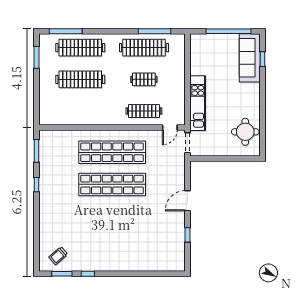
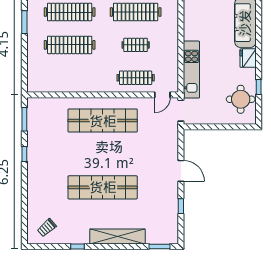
window: (263, 59) -> (259, 87), moved
fridge: (252, 92) -> (248, 58), added
shop shelf: (112, 184) -> (103, 187), moved
door: (188, 201) -> (181, 171), swing flipped
shelving: (126, 264) -> (117, 236), added
window: (62, 274) -> (159, 246), moved

